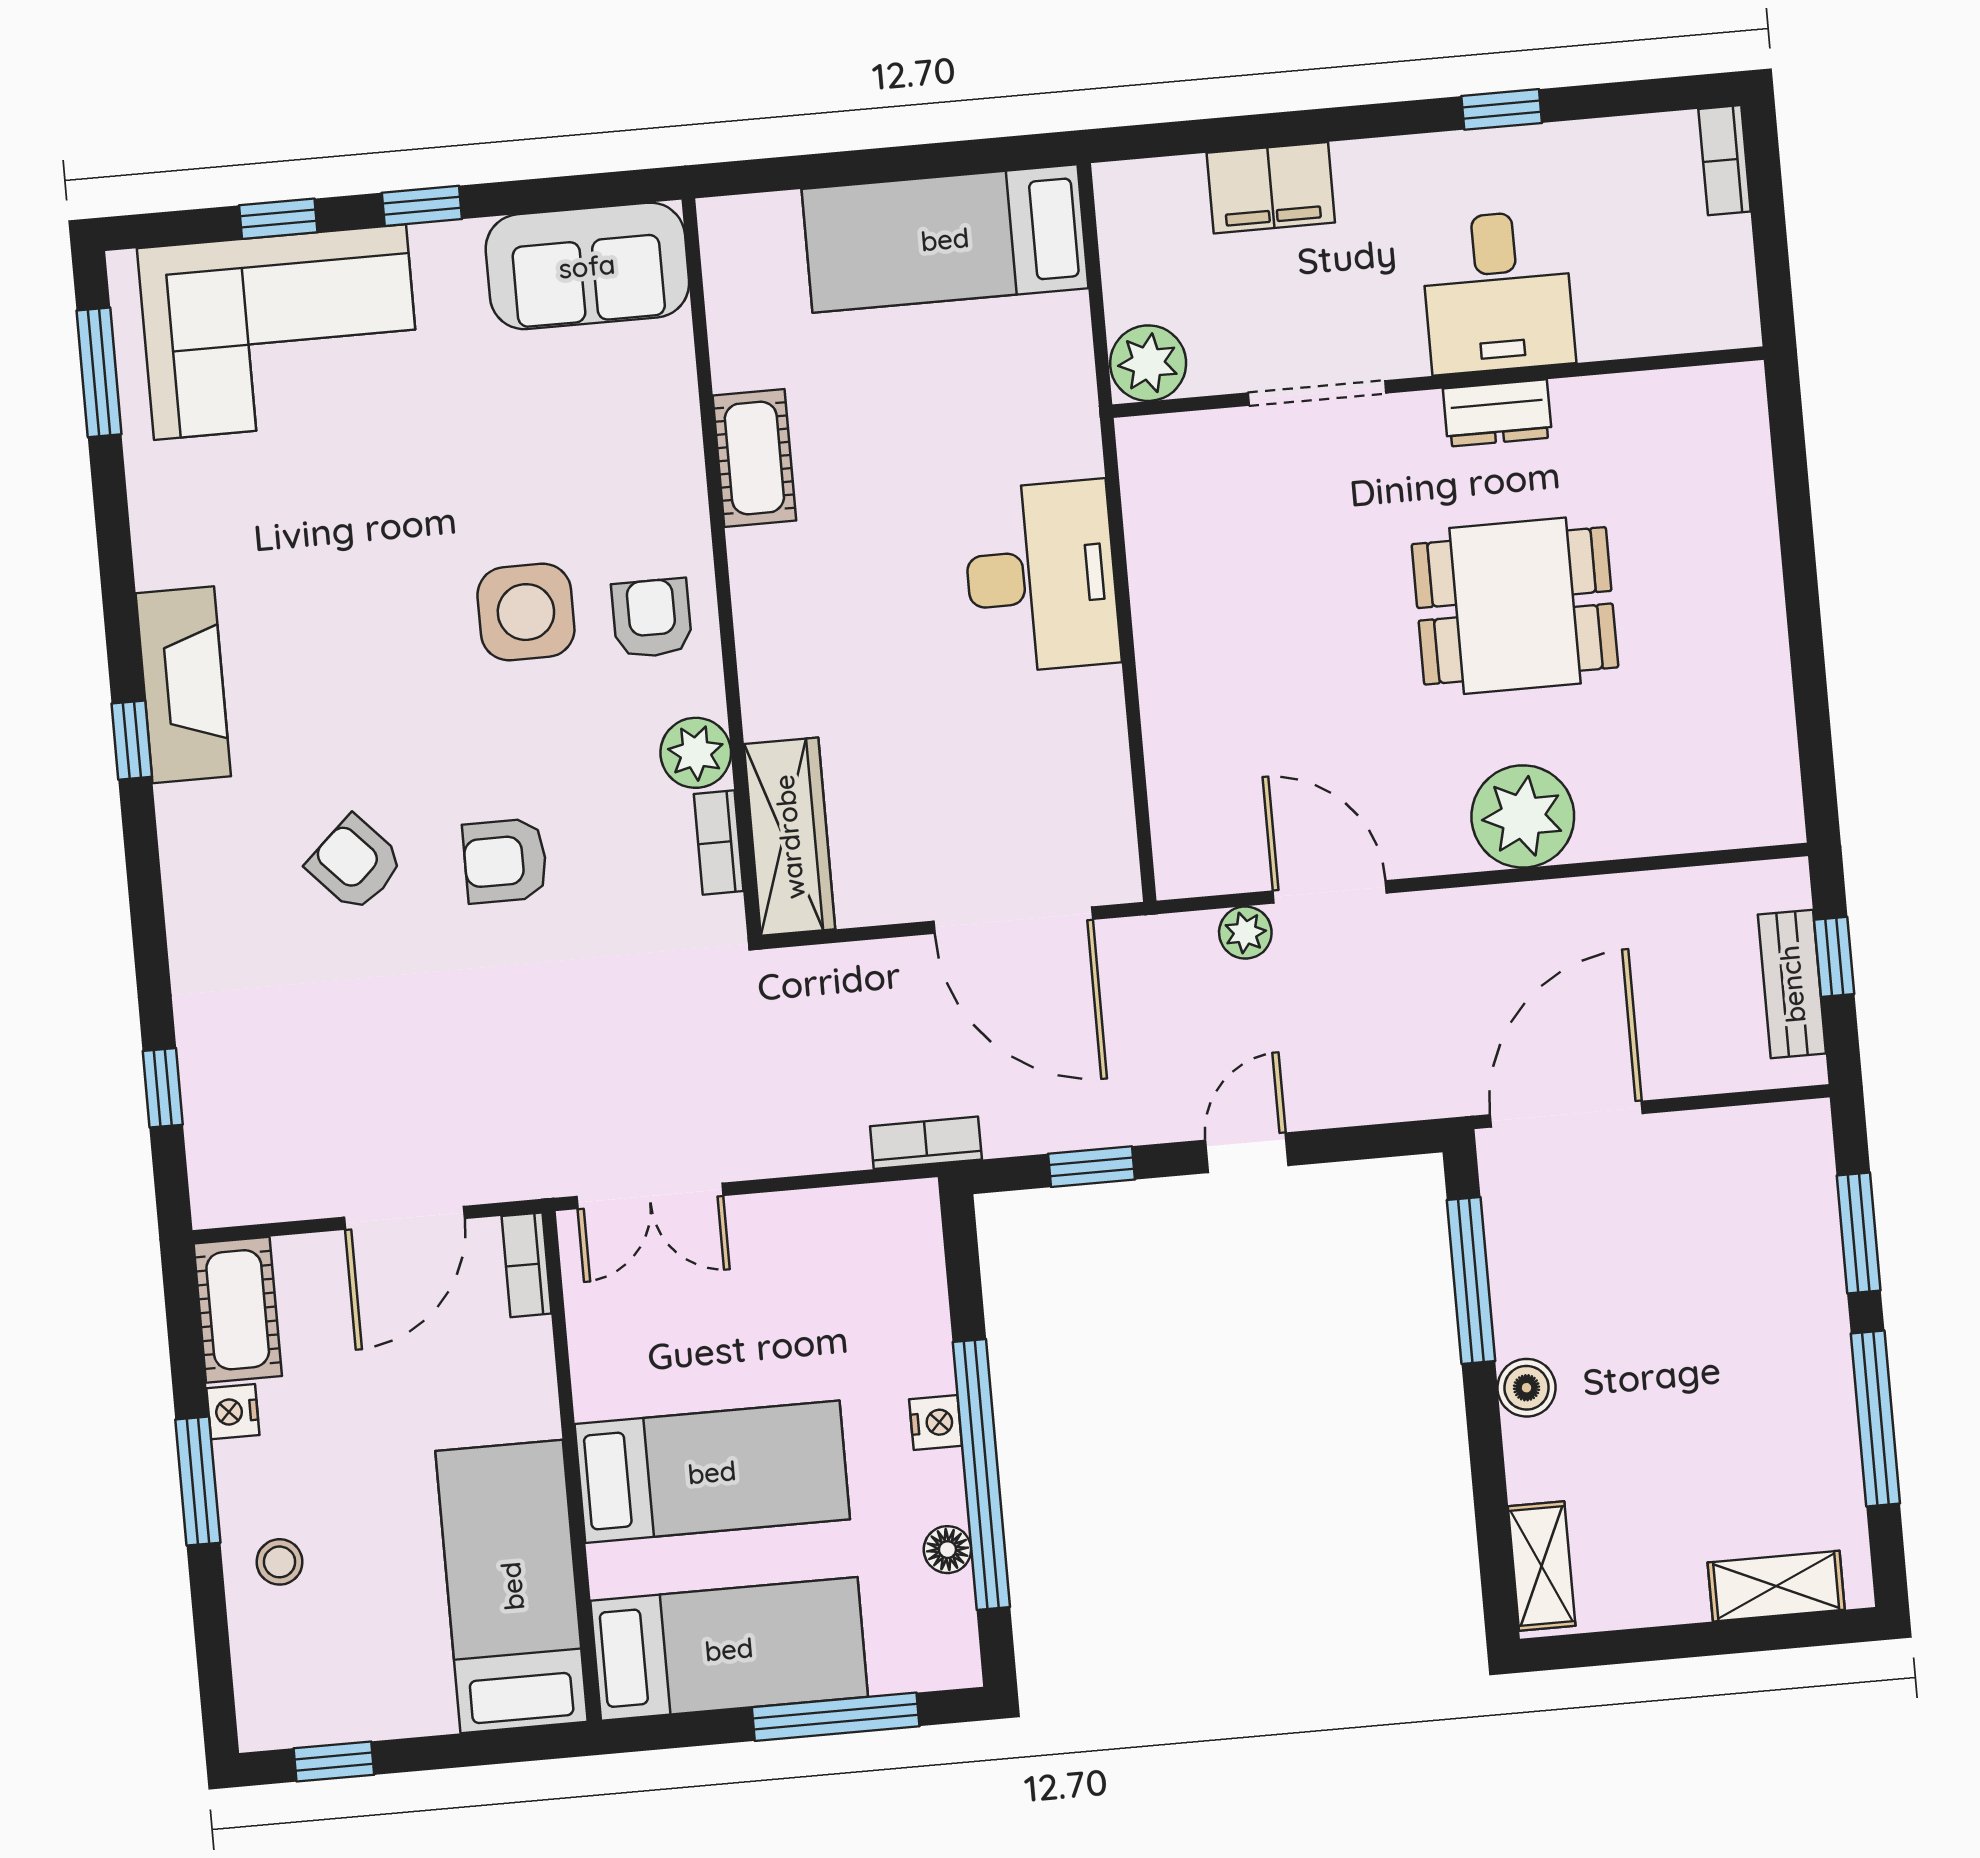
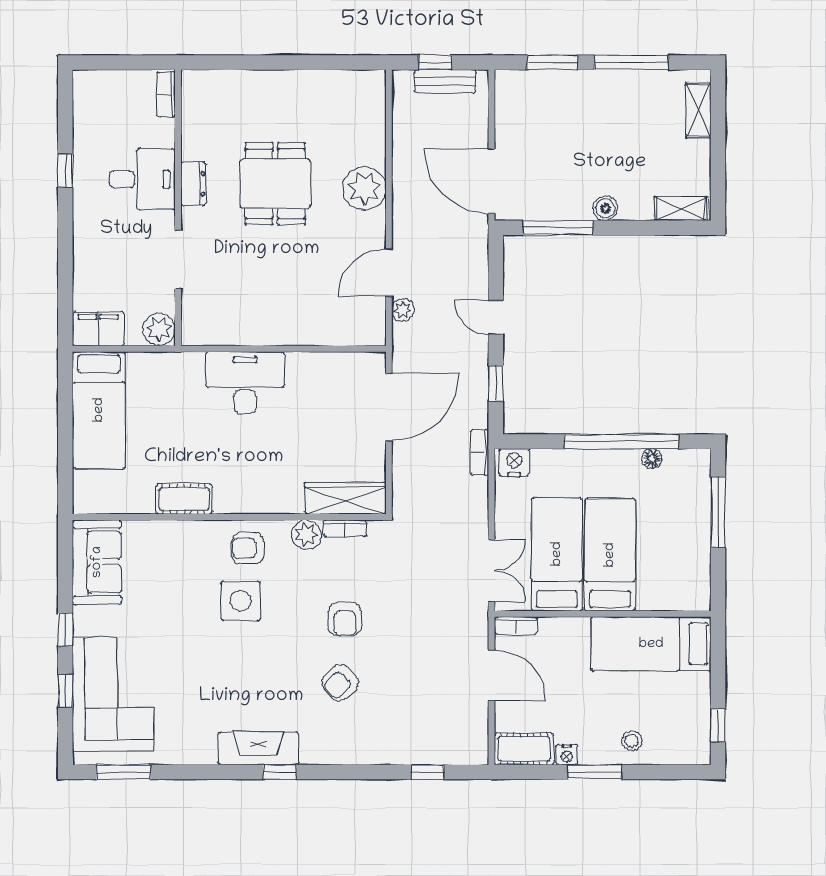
bookcase: (1725, 160) -> (166, 95), moved, turned 90
filing cabinet: (1271, 188) -> (98, 329), moved, turned -90
nightstand: (936, 1423) -> (514, 462), moved, width x1.39, depth x1.35
bed: (729, 1649) -> (557, 554), moved

